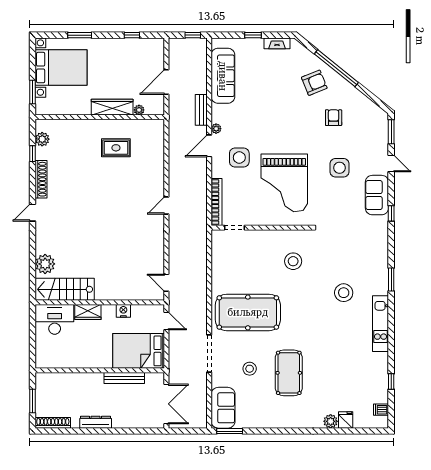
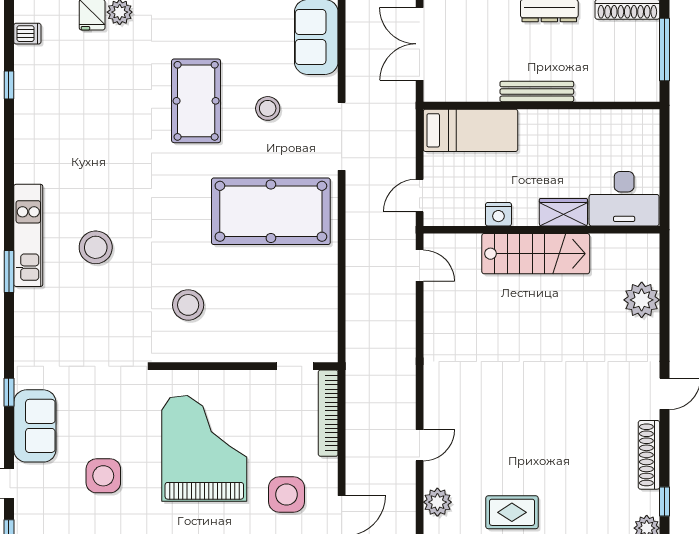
plant: (157, 153) -> (437, 502), added
door: (166, 205) -> (420, 445), moved
stairs: (65, 289) -> (536, 254), moved
door: (166, 321) -> (420, 196), hinge flipped
kitchen unit: (381, 324) -> (28, 235), moved
bed: (139, 351) -> (470, 130), width x0.67
bench: (124, 378) -> (537, 91), moved
window: (33, 401) -> (664, 50), width x1.44

